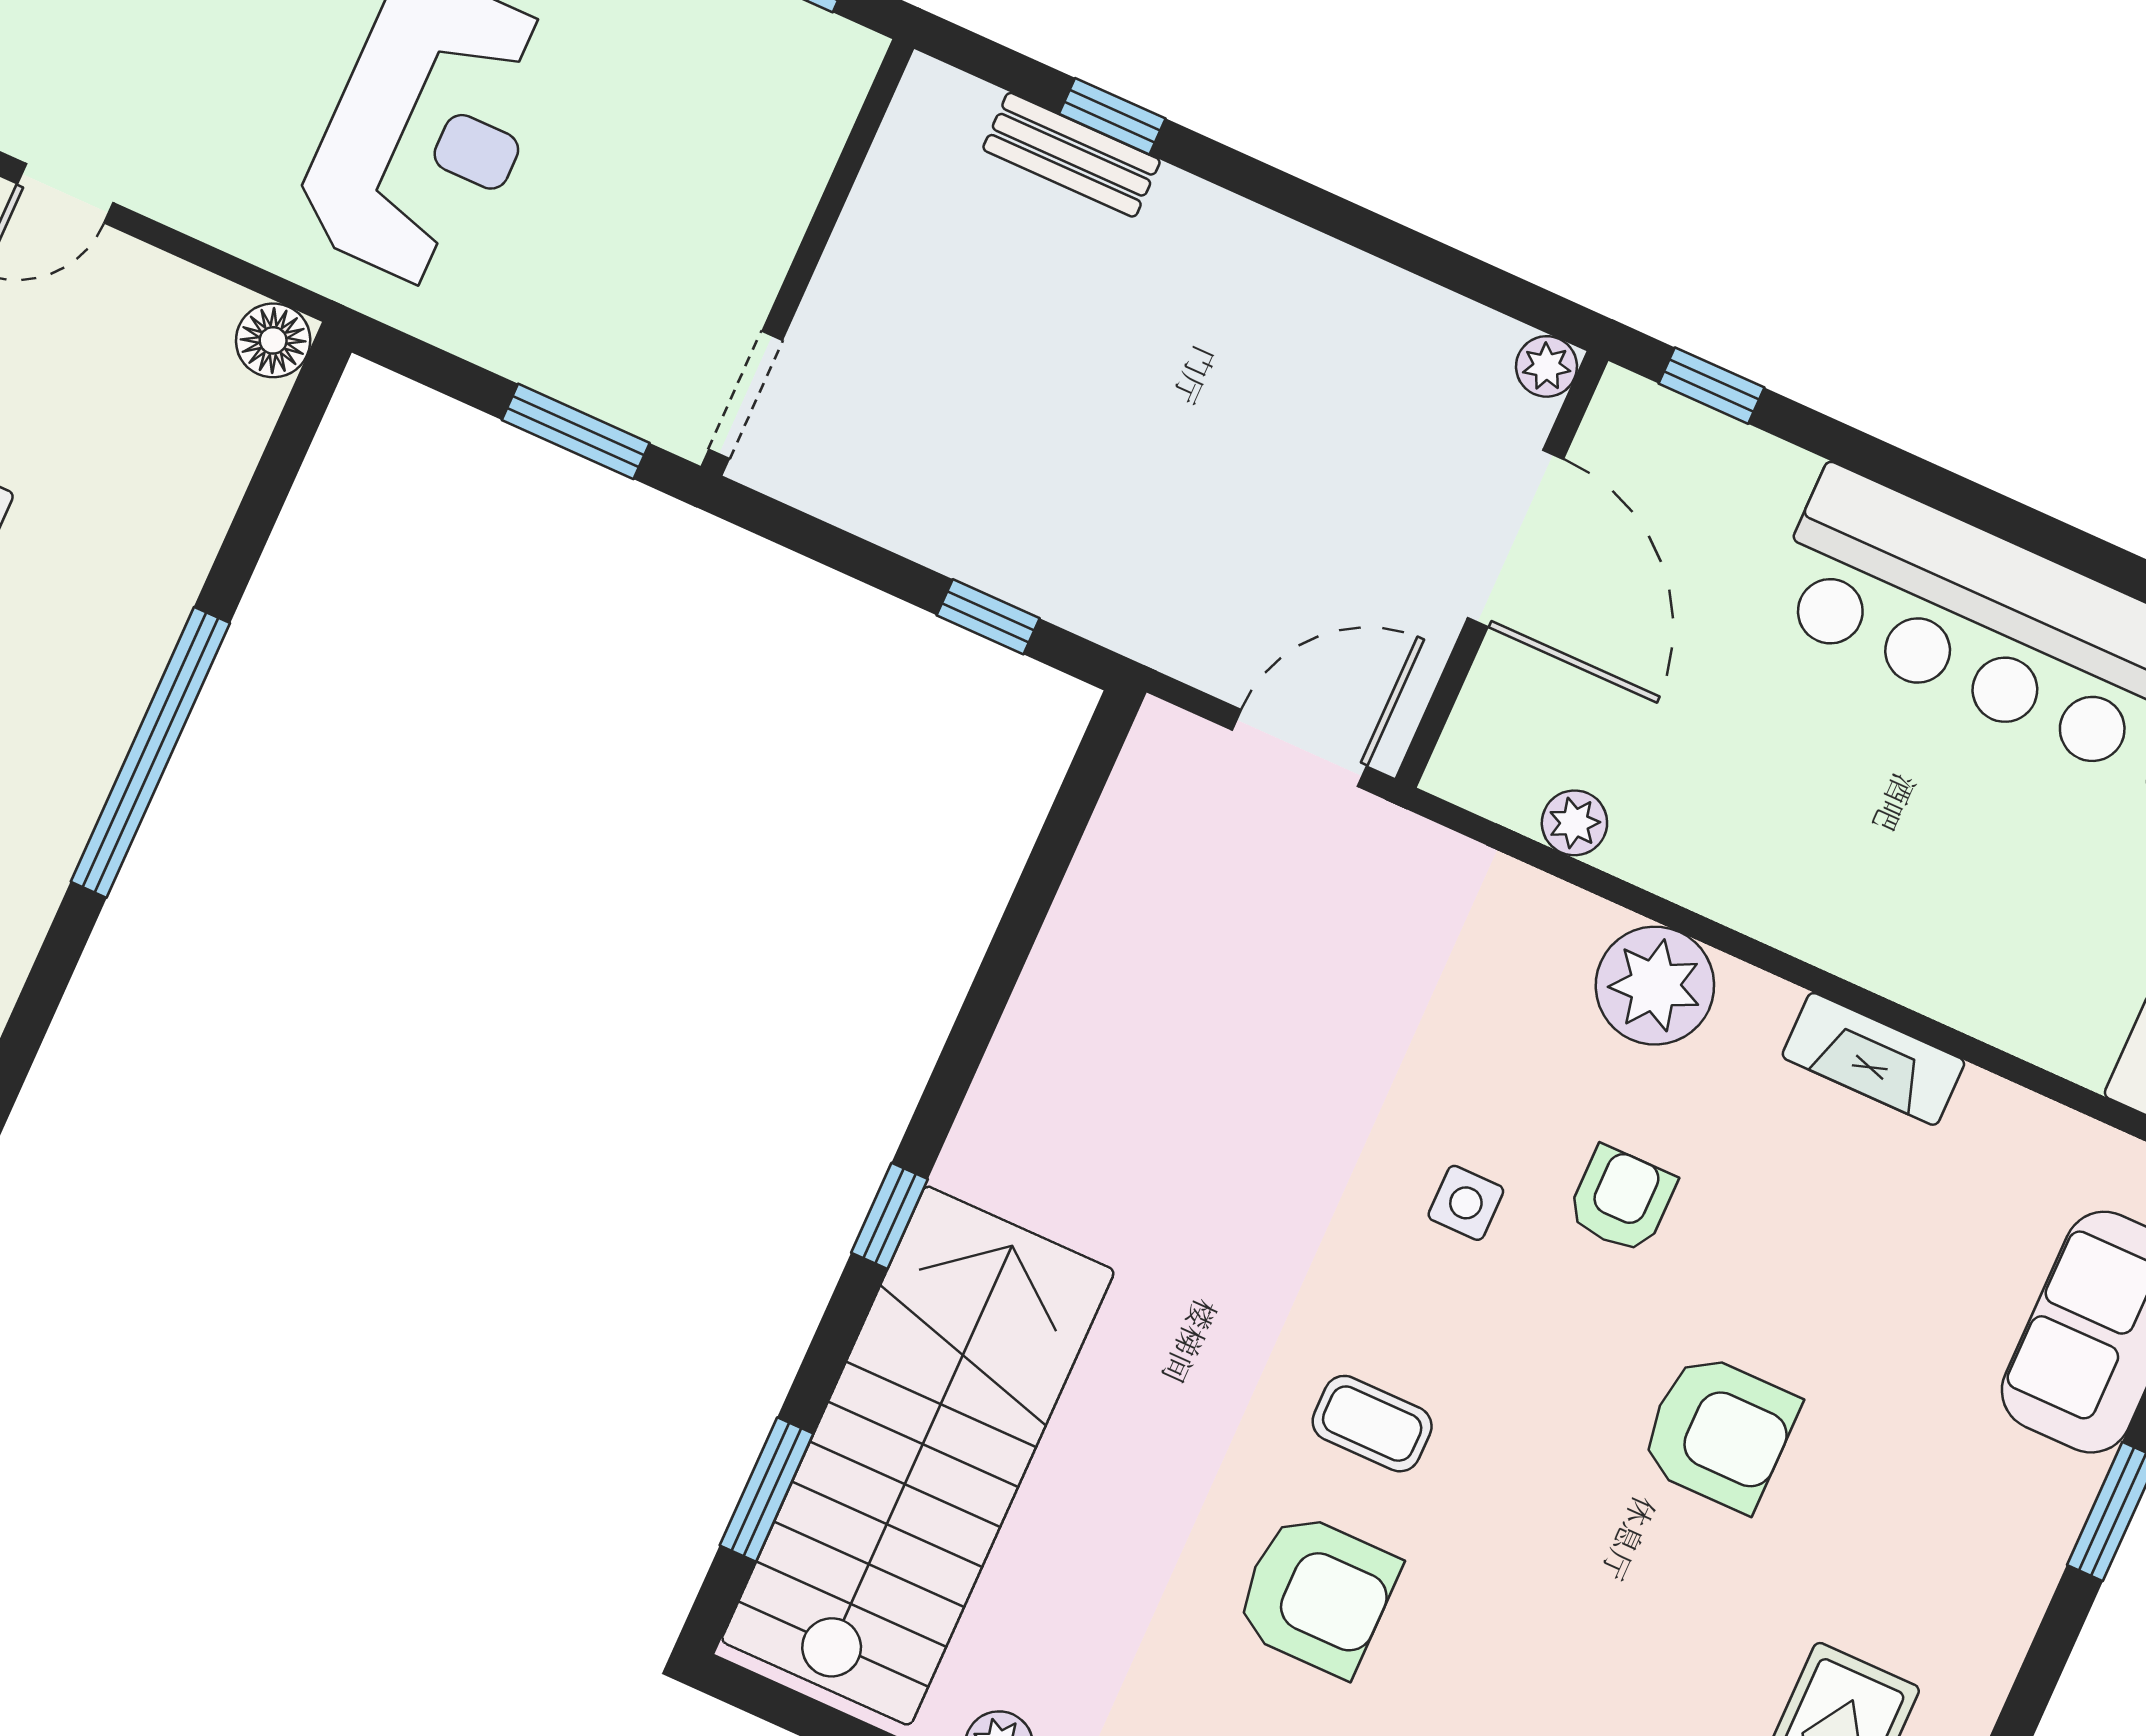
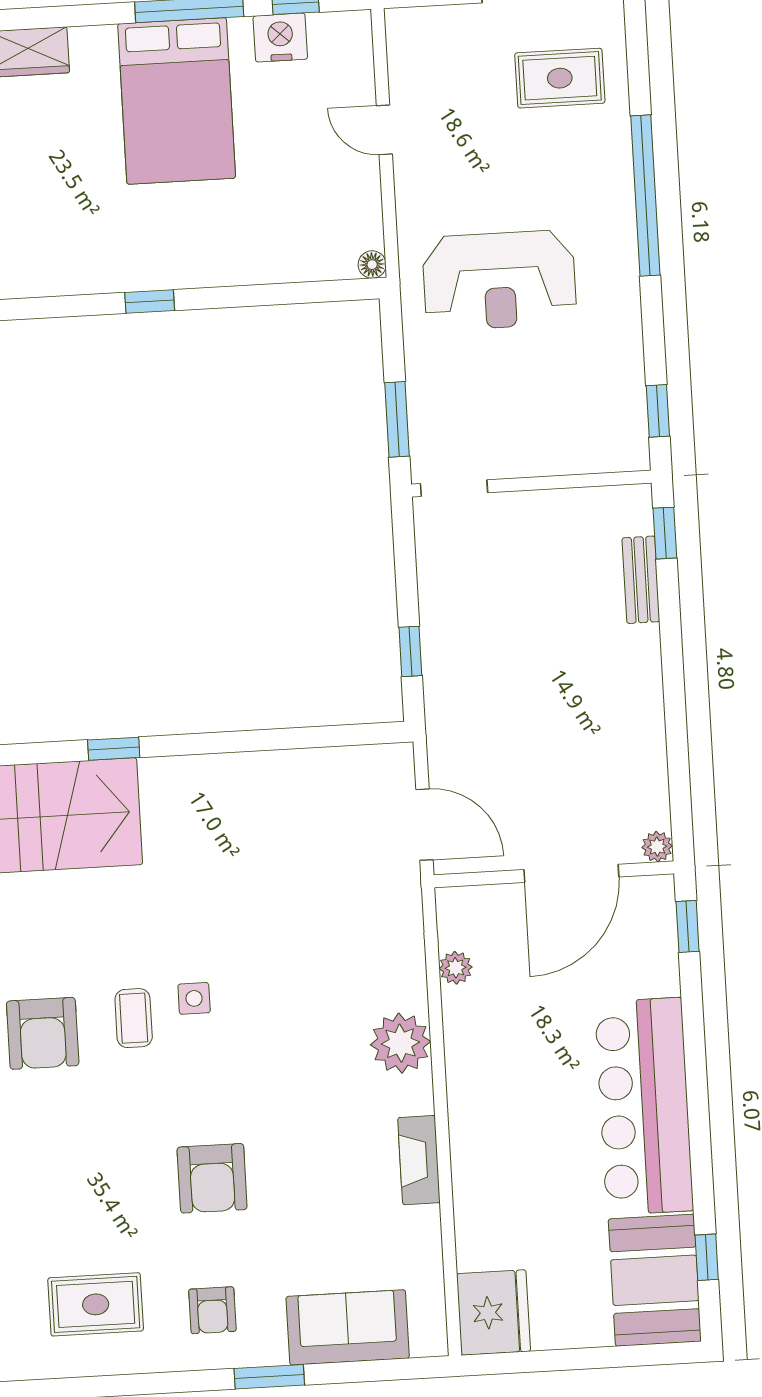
window: (1112, 116) -> (665, 533), moved
floor lamp: (273, 340) -> (372, 265), width x0.73, depth x0.73
window: (150, 752) -> (150, 301), width x0.32
armchair: (1621, 1200) -> (212, 1310), moved, turned 90
side table: (1466, 1203) -> (194, 998), moved

